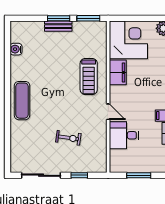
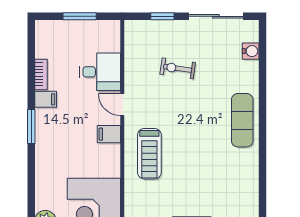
water cooler: (16, 49) -> (251, 51), moved
filing cabinet: (118, 72) -> (109, 134), moved, width x0.50
treadmill: (89, 77) -> (149, 154), turned 180

